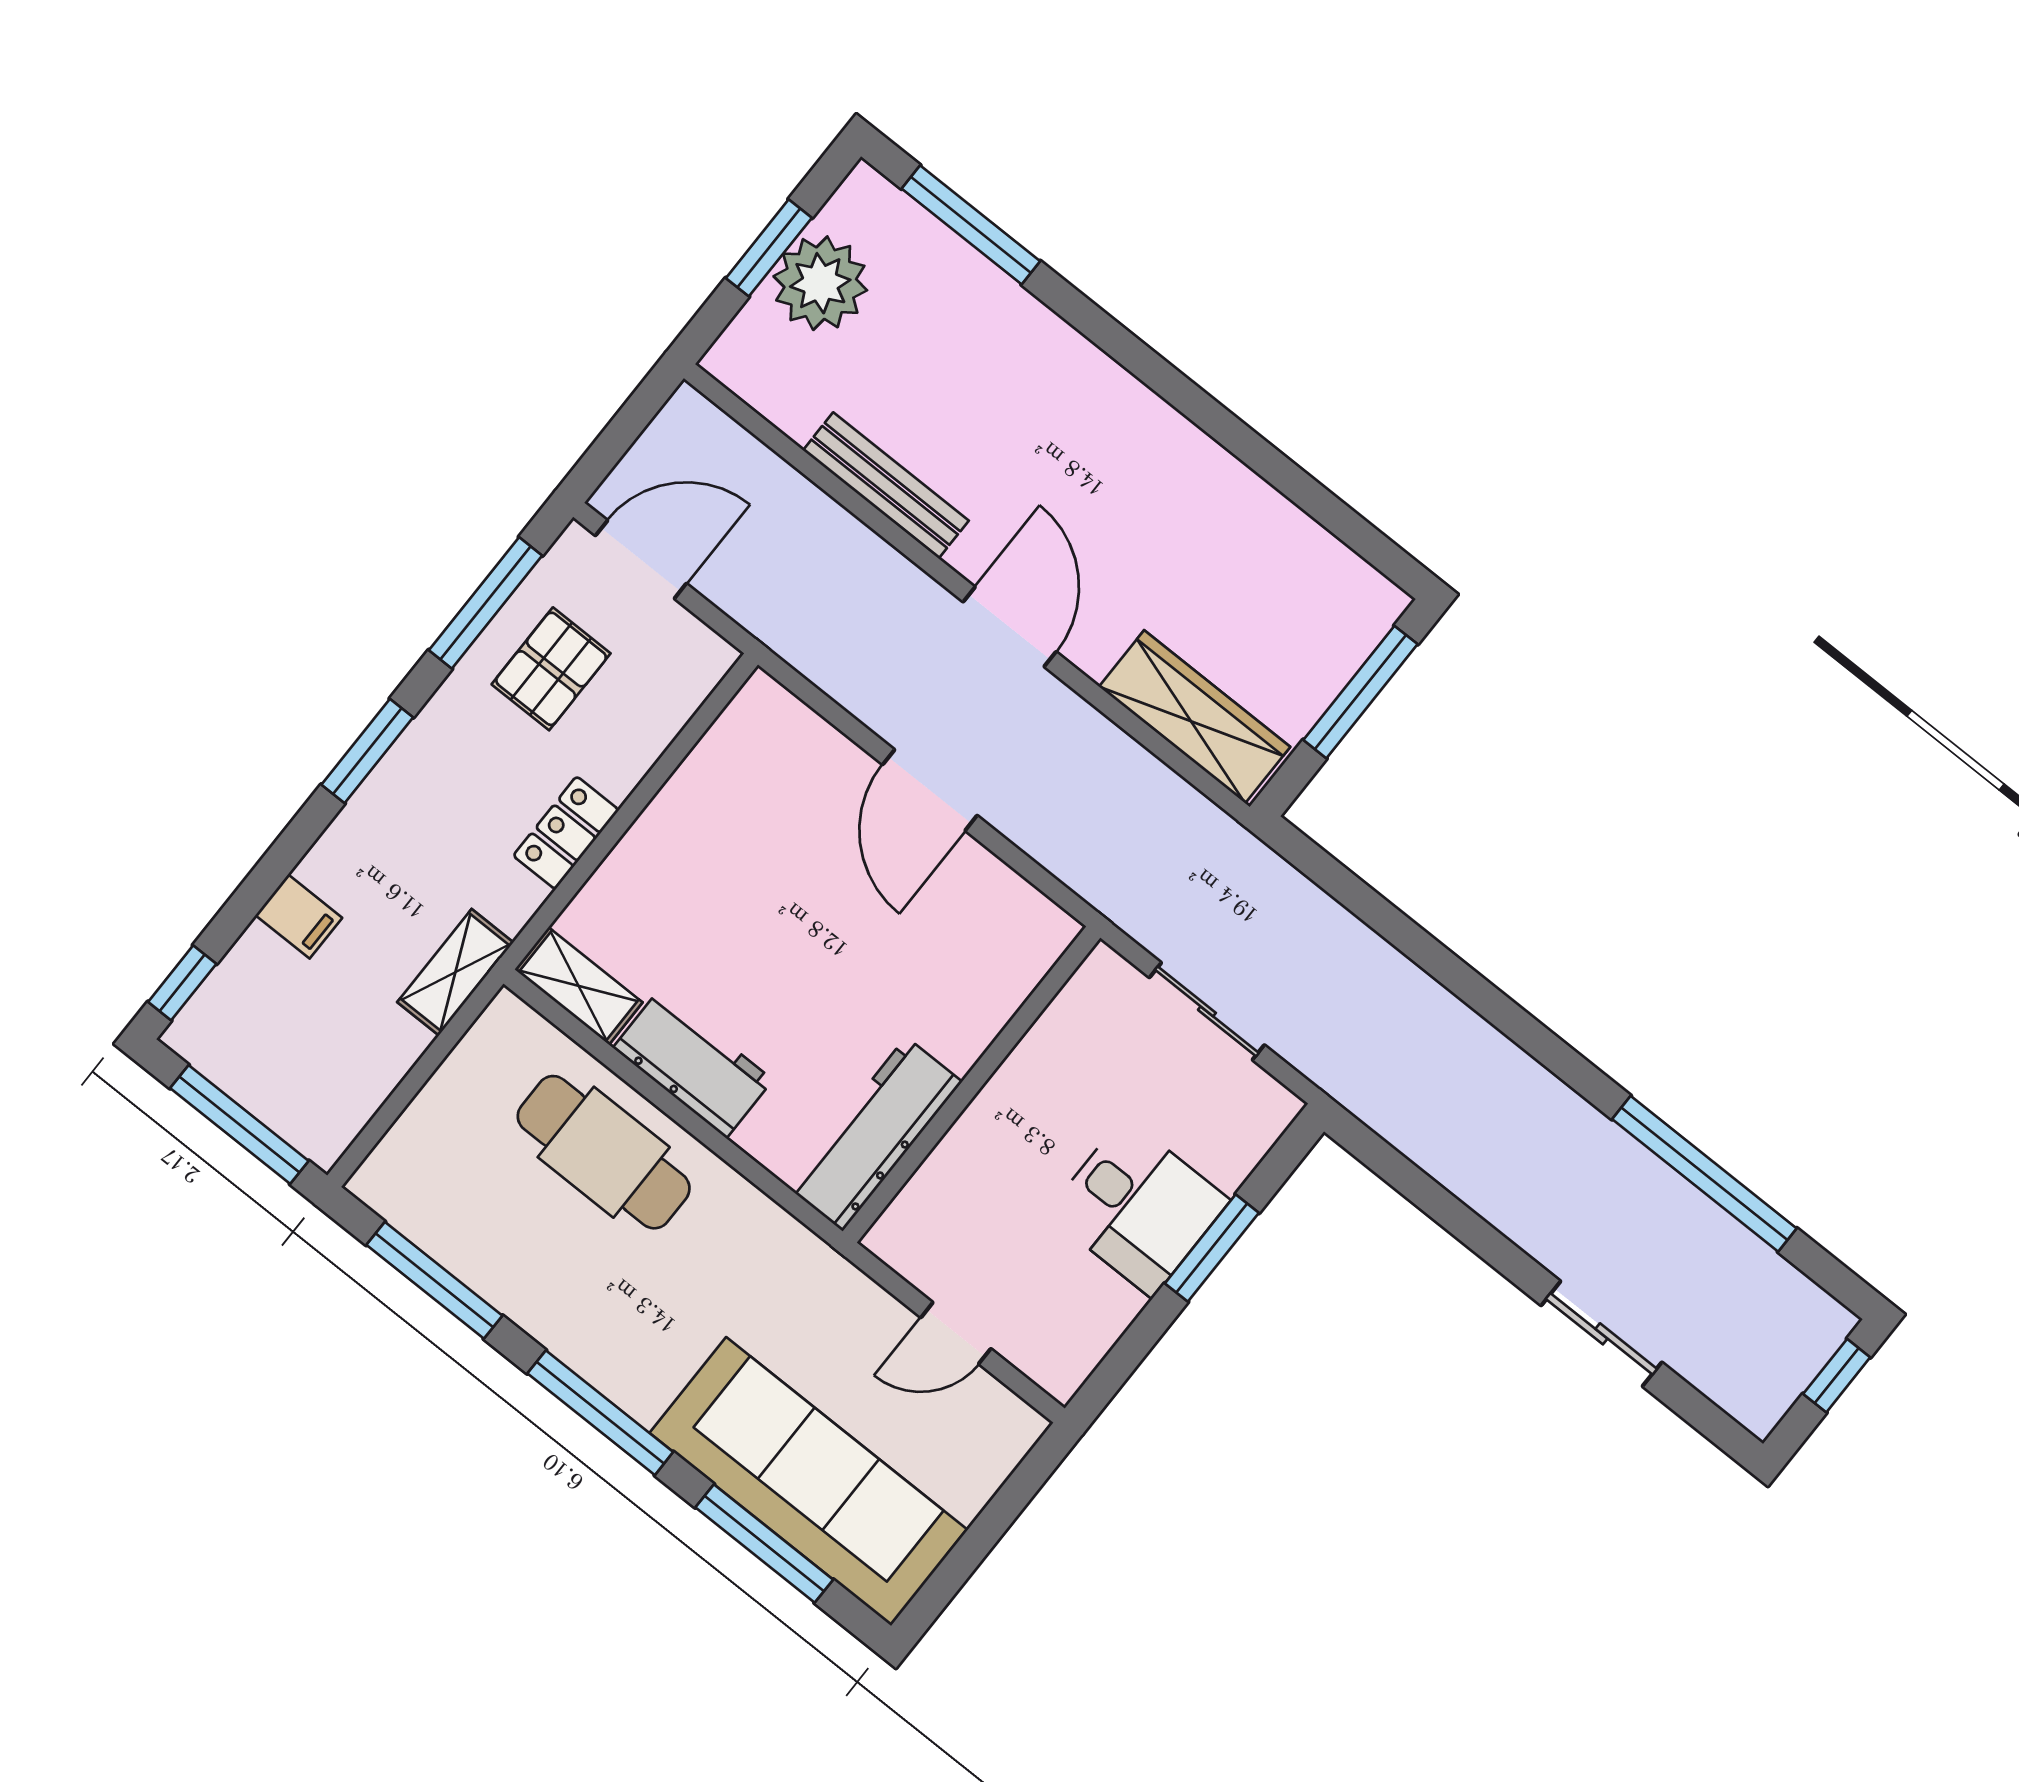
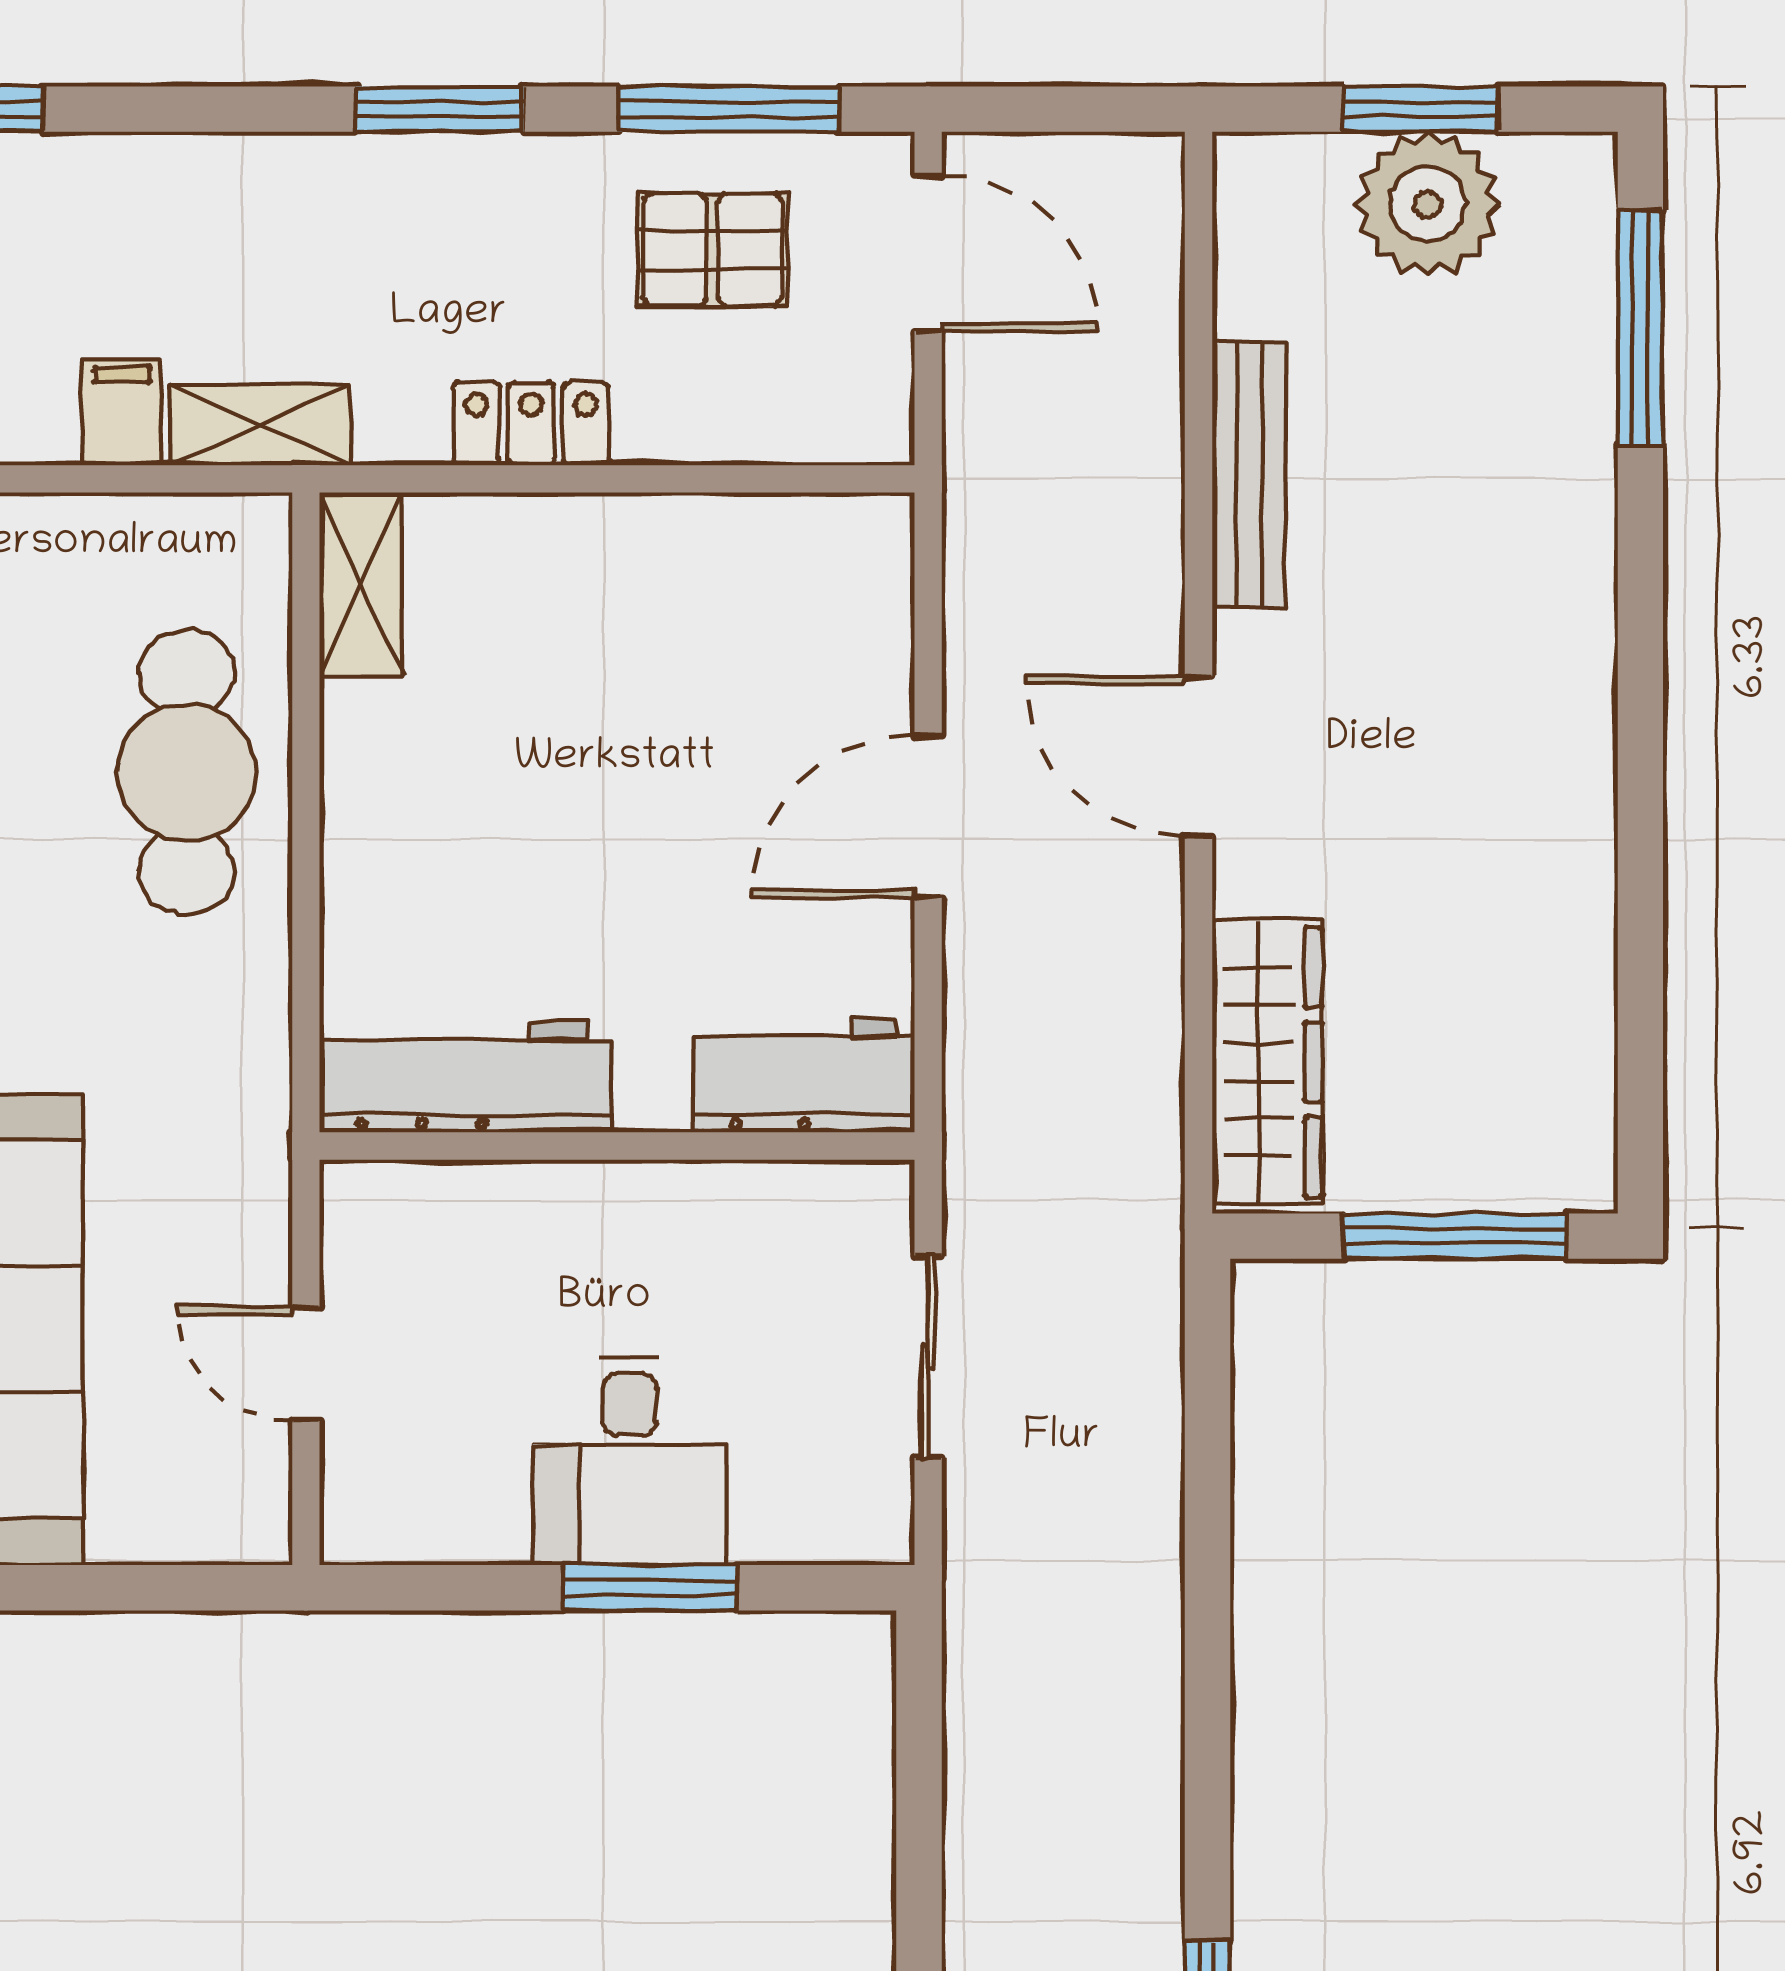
door: (1010, 627) -> (1199, 756), swing flipped
filing cabinet: (299, 916) -> (122, 412), moved, turned 180
workbench: (693, 1064) -> (803, 1075), moved, turned -90

